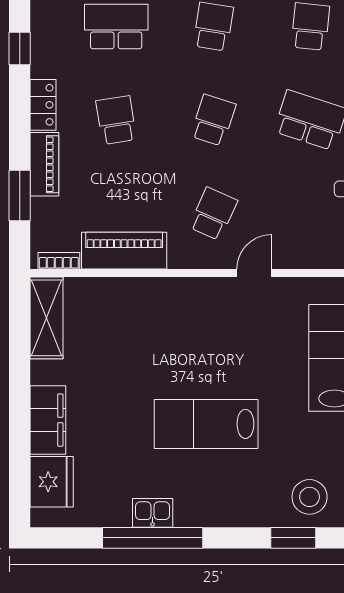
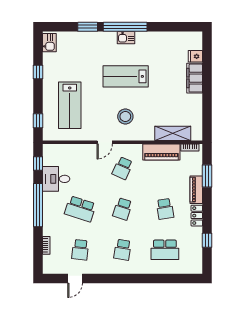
shelving: (46, 318) -> (173, 133), moved, turned 90
lab bench: (206, 424) -> (126, 76), turned 180
fridge: (52, 482) -> (195, 56), width x0.53, depth x0.75
stool: (310, 497) -> (125, 116), moved
kitchen sink: (153, 513) -> (126, 38), moved
window: (153, 538) -> (125, 27), moved

